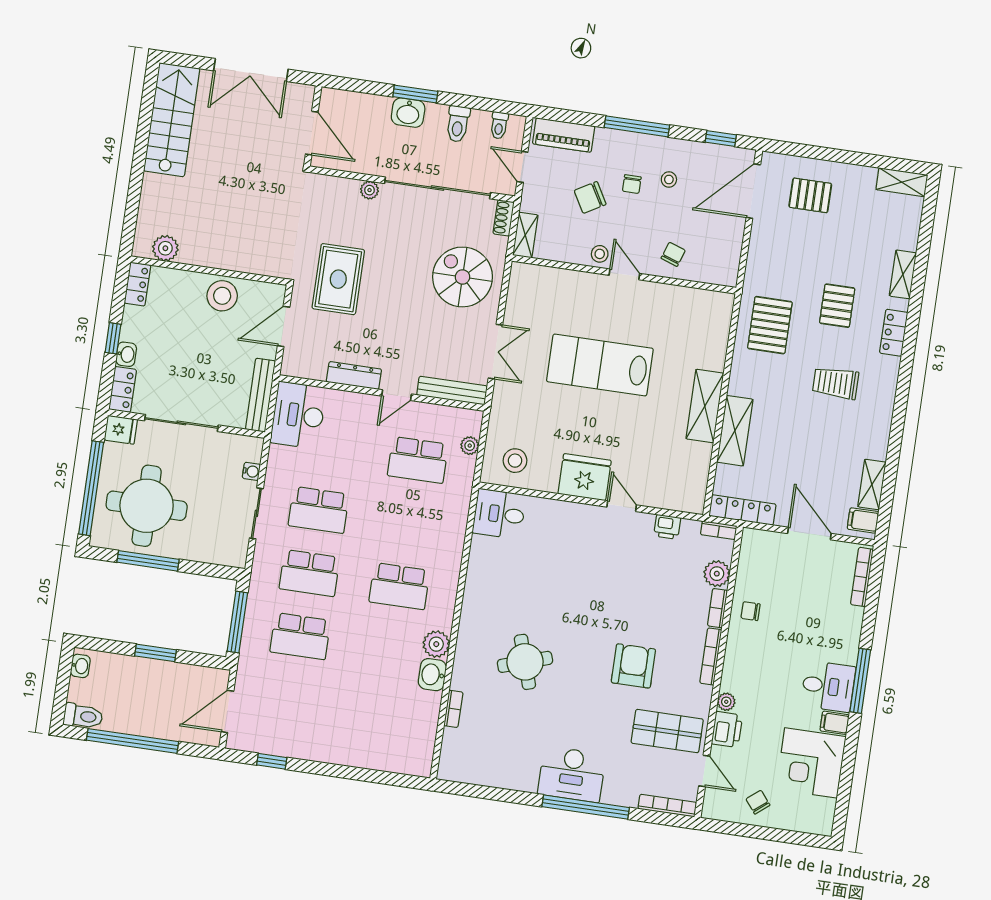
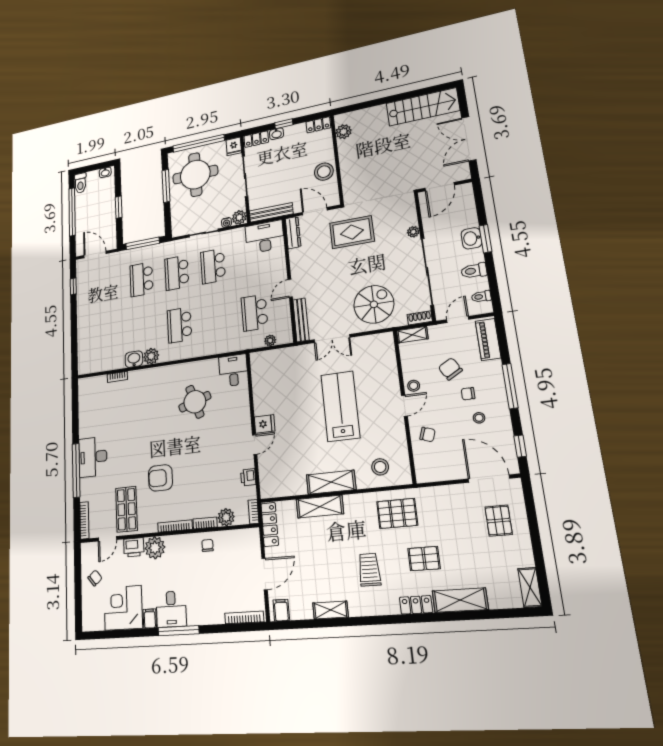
shelving: (903, 274) -> (460, 600), width x1.50, depth x1.33
dresser: (354, 376) -> (293, 233), moved
door: (397, 395) -> (290, 288), hinge flipped
plant: (250, 448) -> (239, 217), added
stool: (515, 461) -> (380, 467), moved
fridge: (585, 477) -> (265, 424), width x0.53, depth x0.75
shelving: (872, 484) -> (330, 610), moved
round table: (525, 662) -> (195, 402), moved
armchair: (633, 666) -> (160, 478), turned 180
plant: (726, 702) -> (155, 548), width x1.87, depth x1.87

